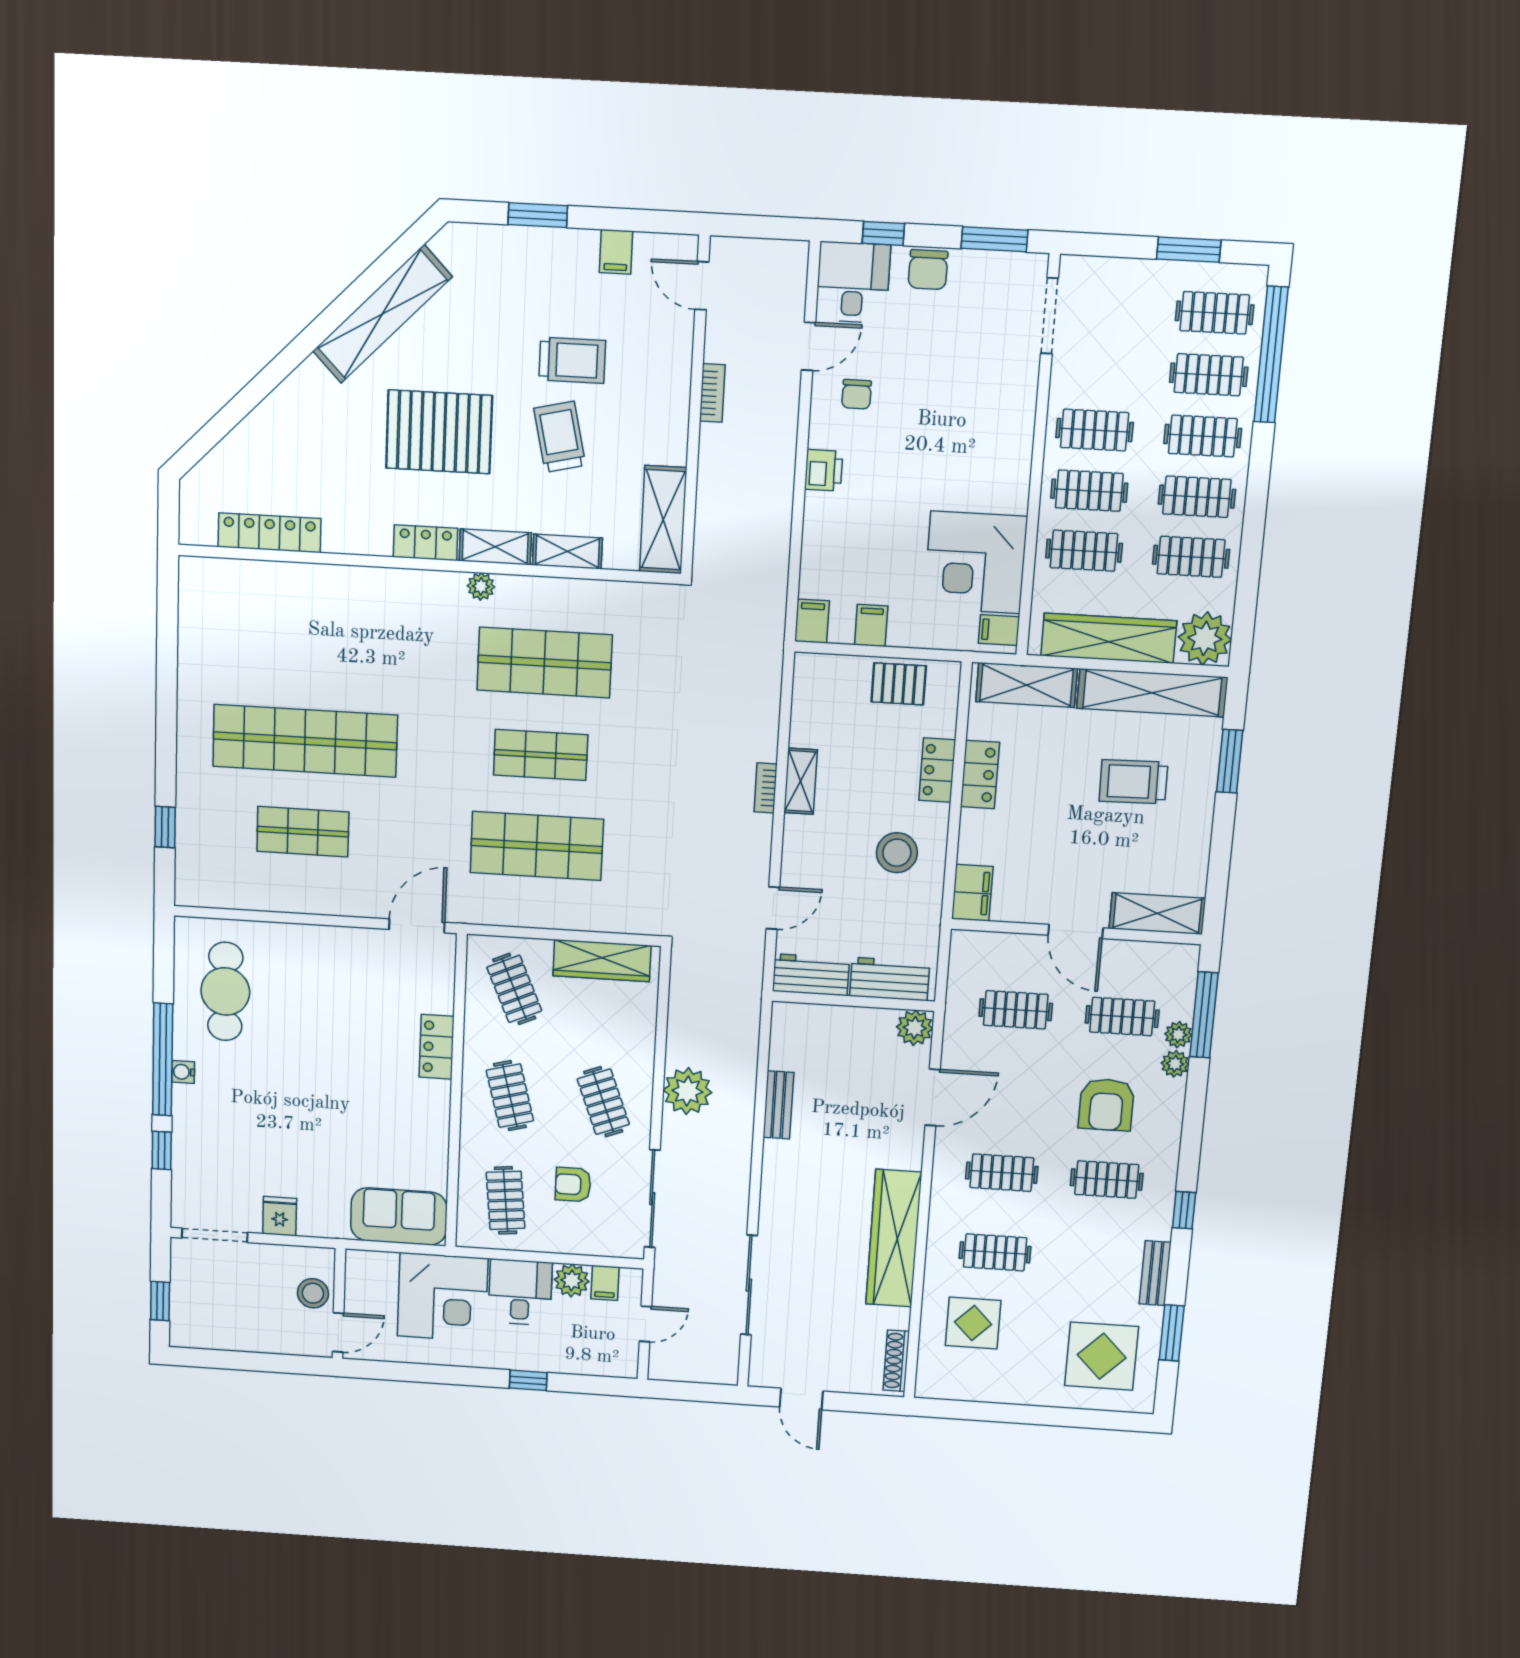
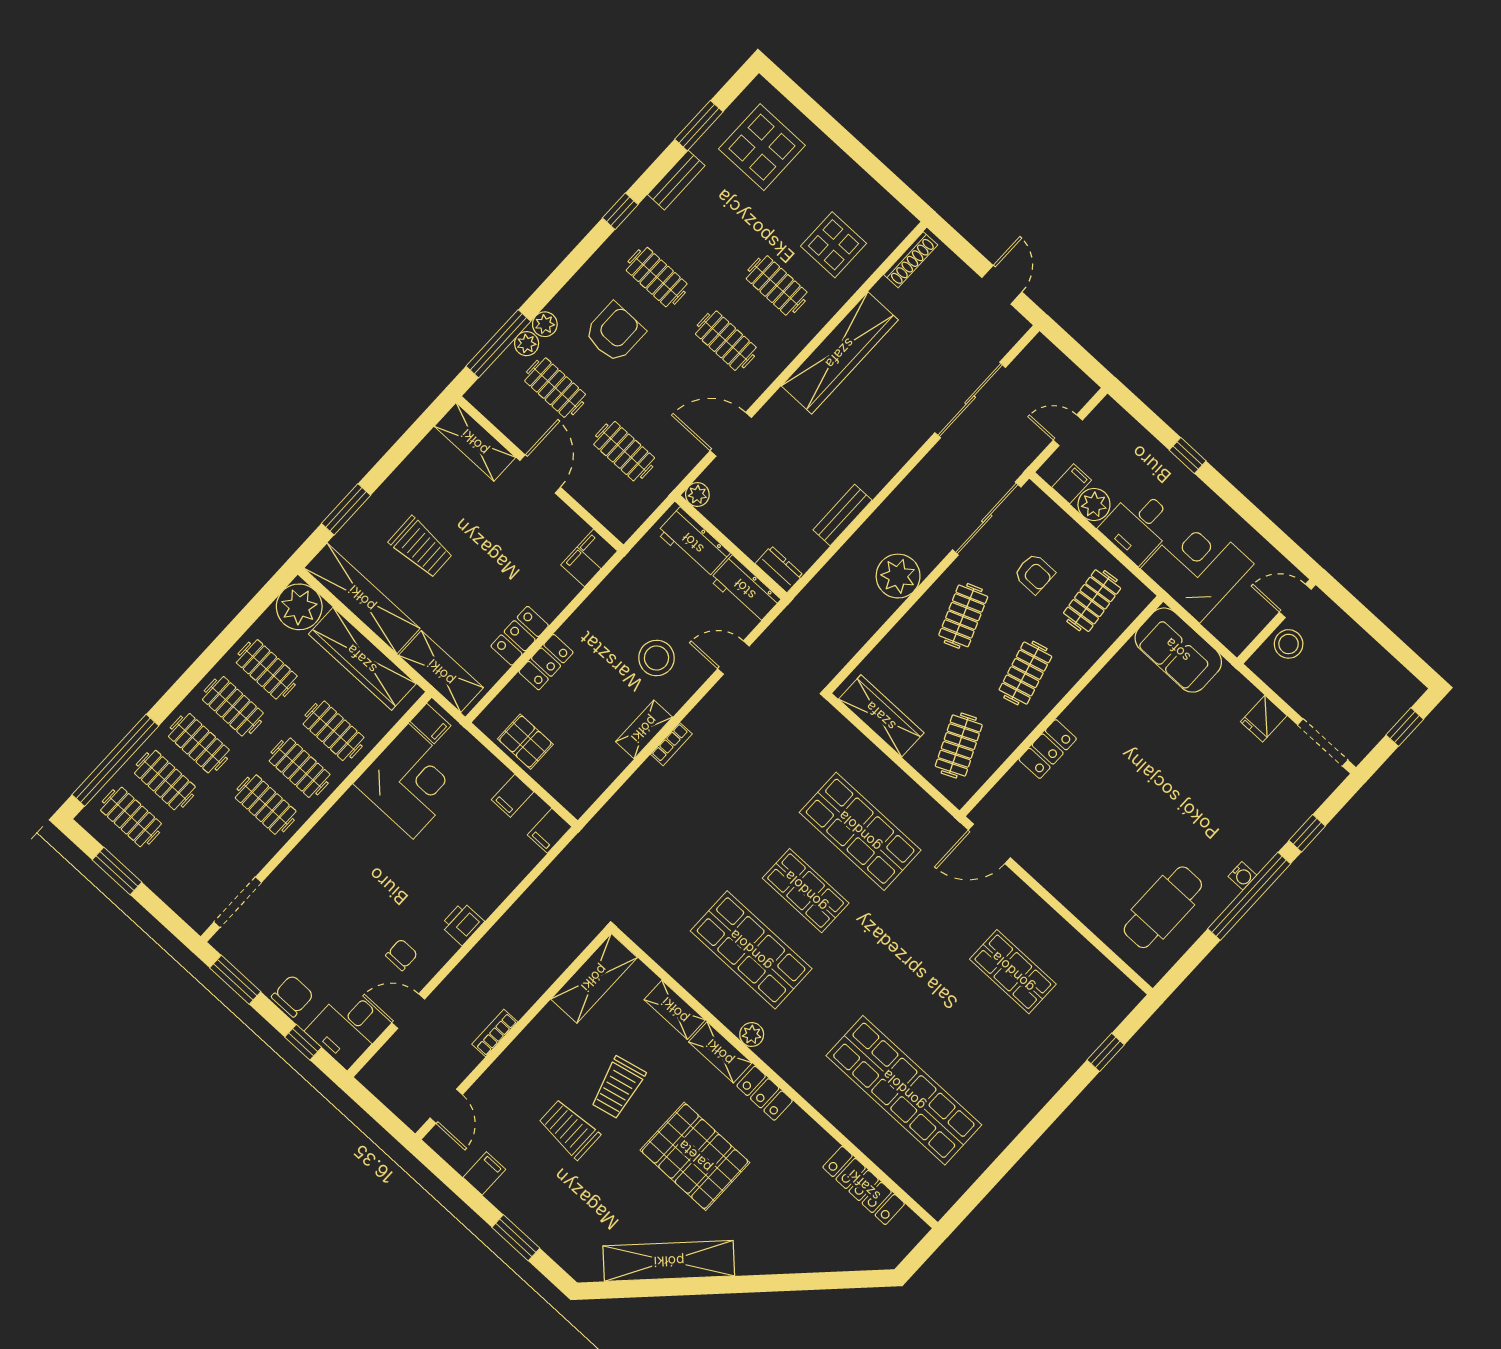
shop shelf: (305, 741) -> (904, 1090), moved
stool: (897, 853) -> (657, 658), moved
dresser: (795, 1016) -> (779, 569), added
plant: (915, 1028) -> (697, 495), width x0.73, depth x0.73

